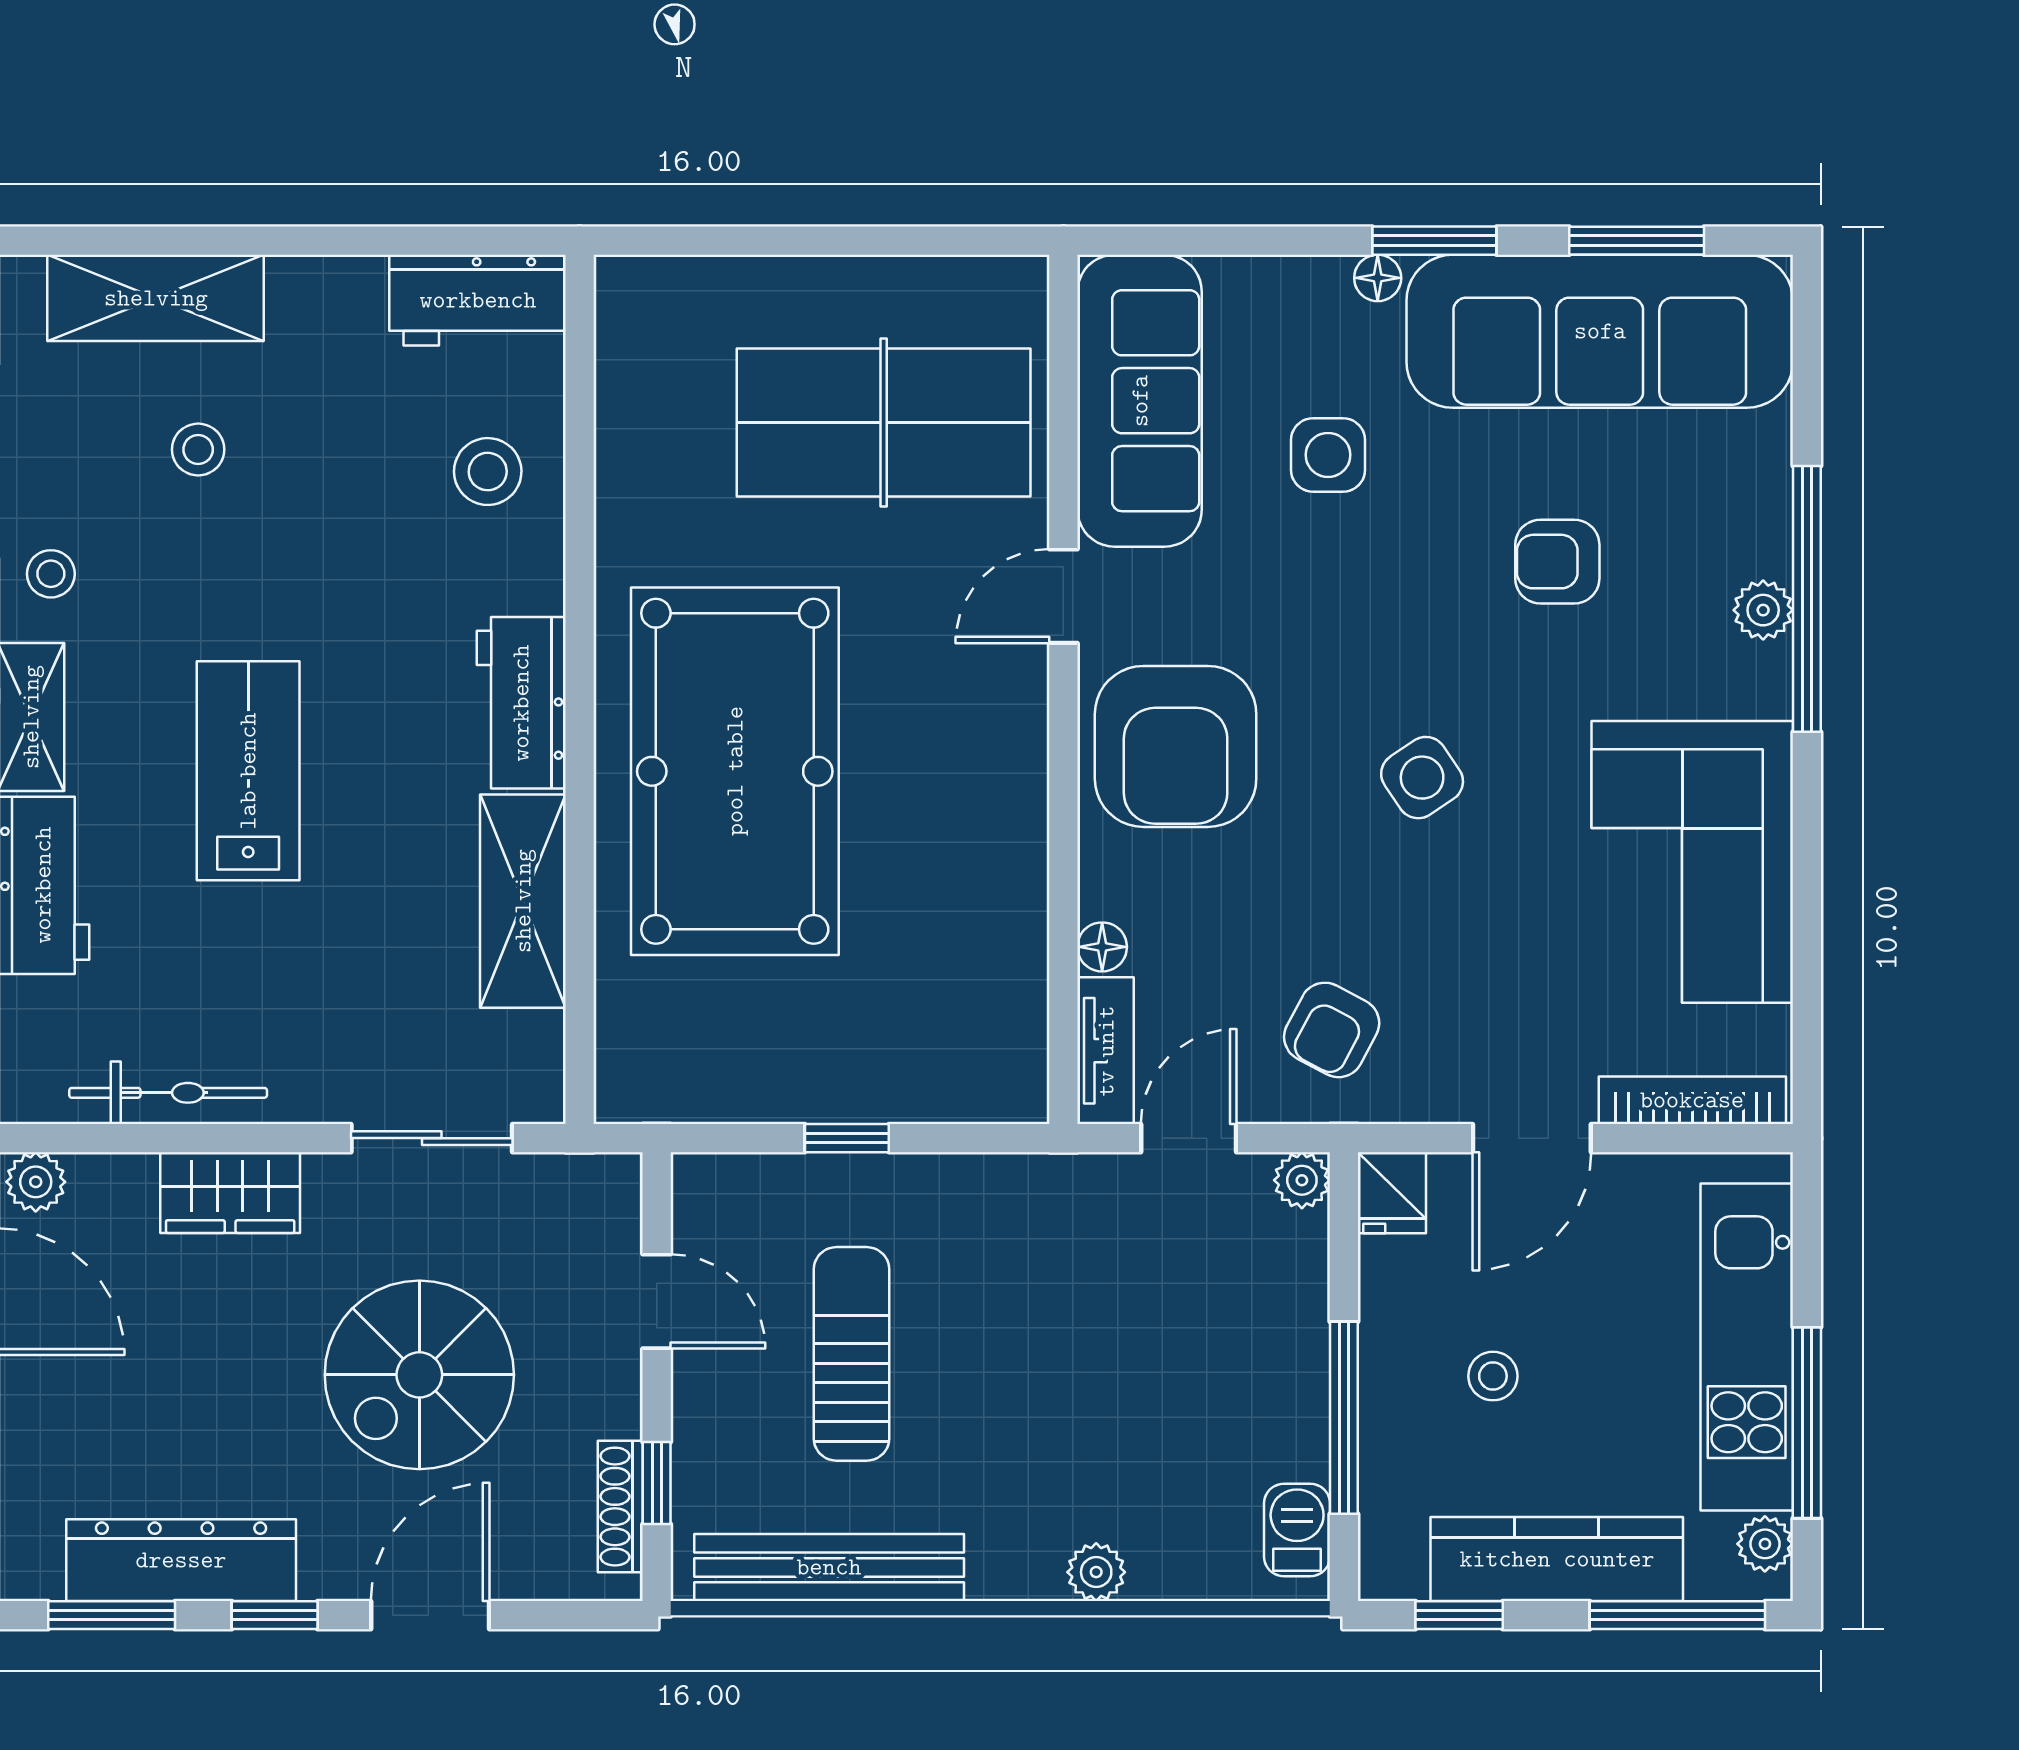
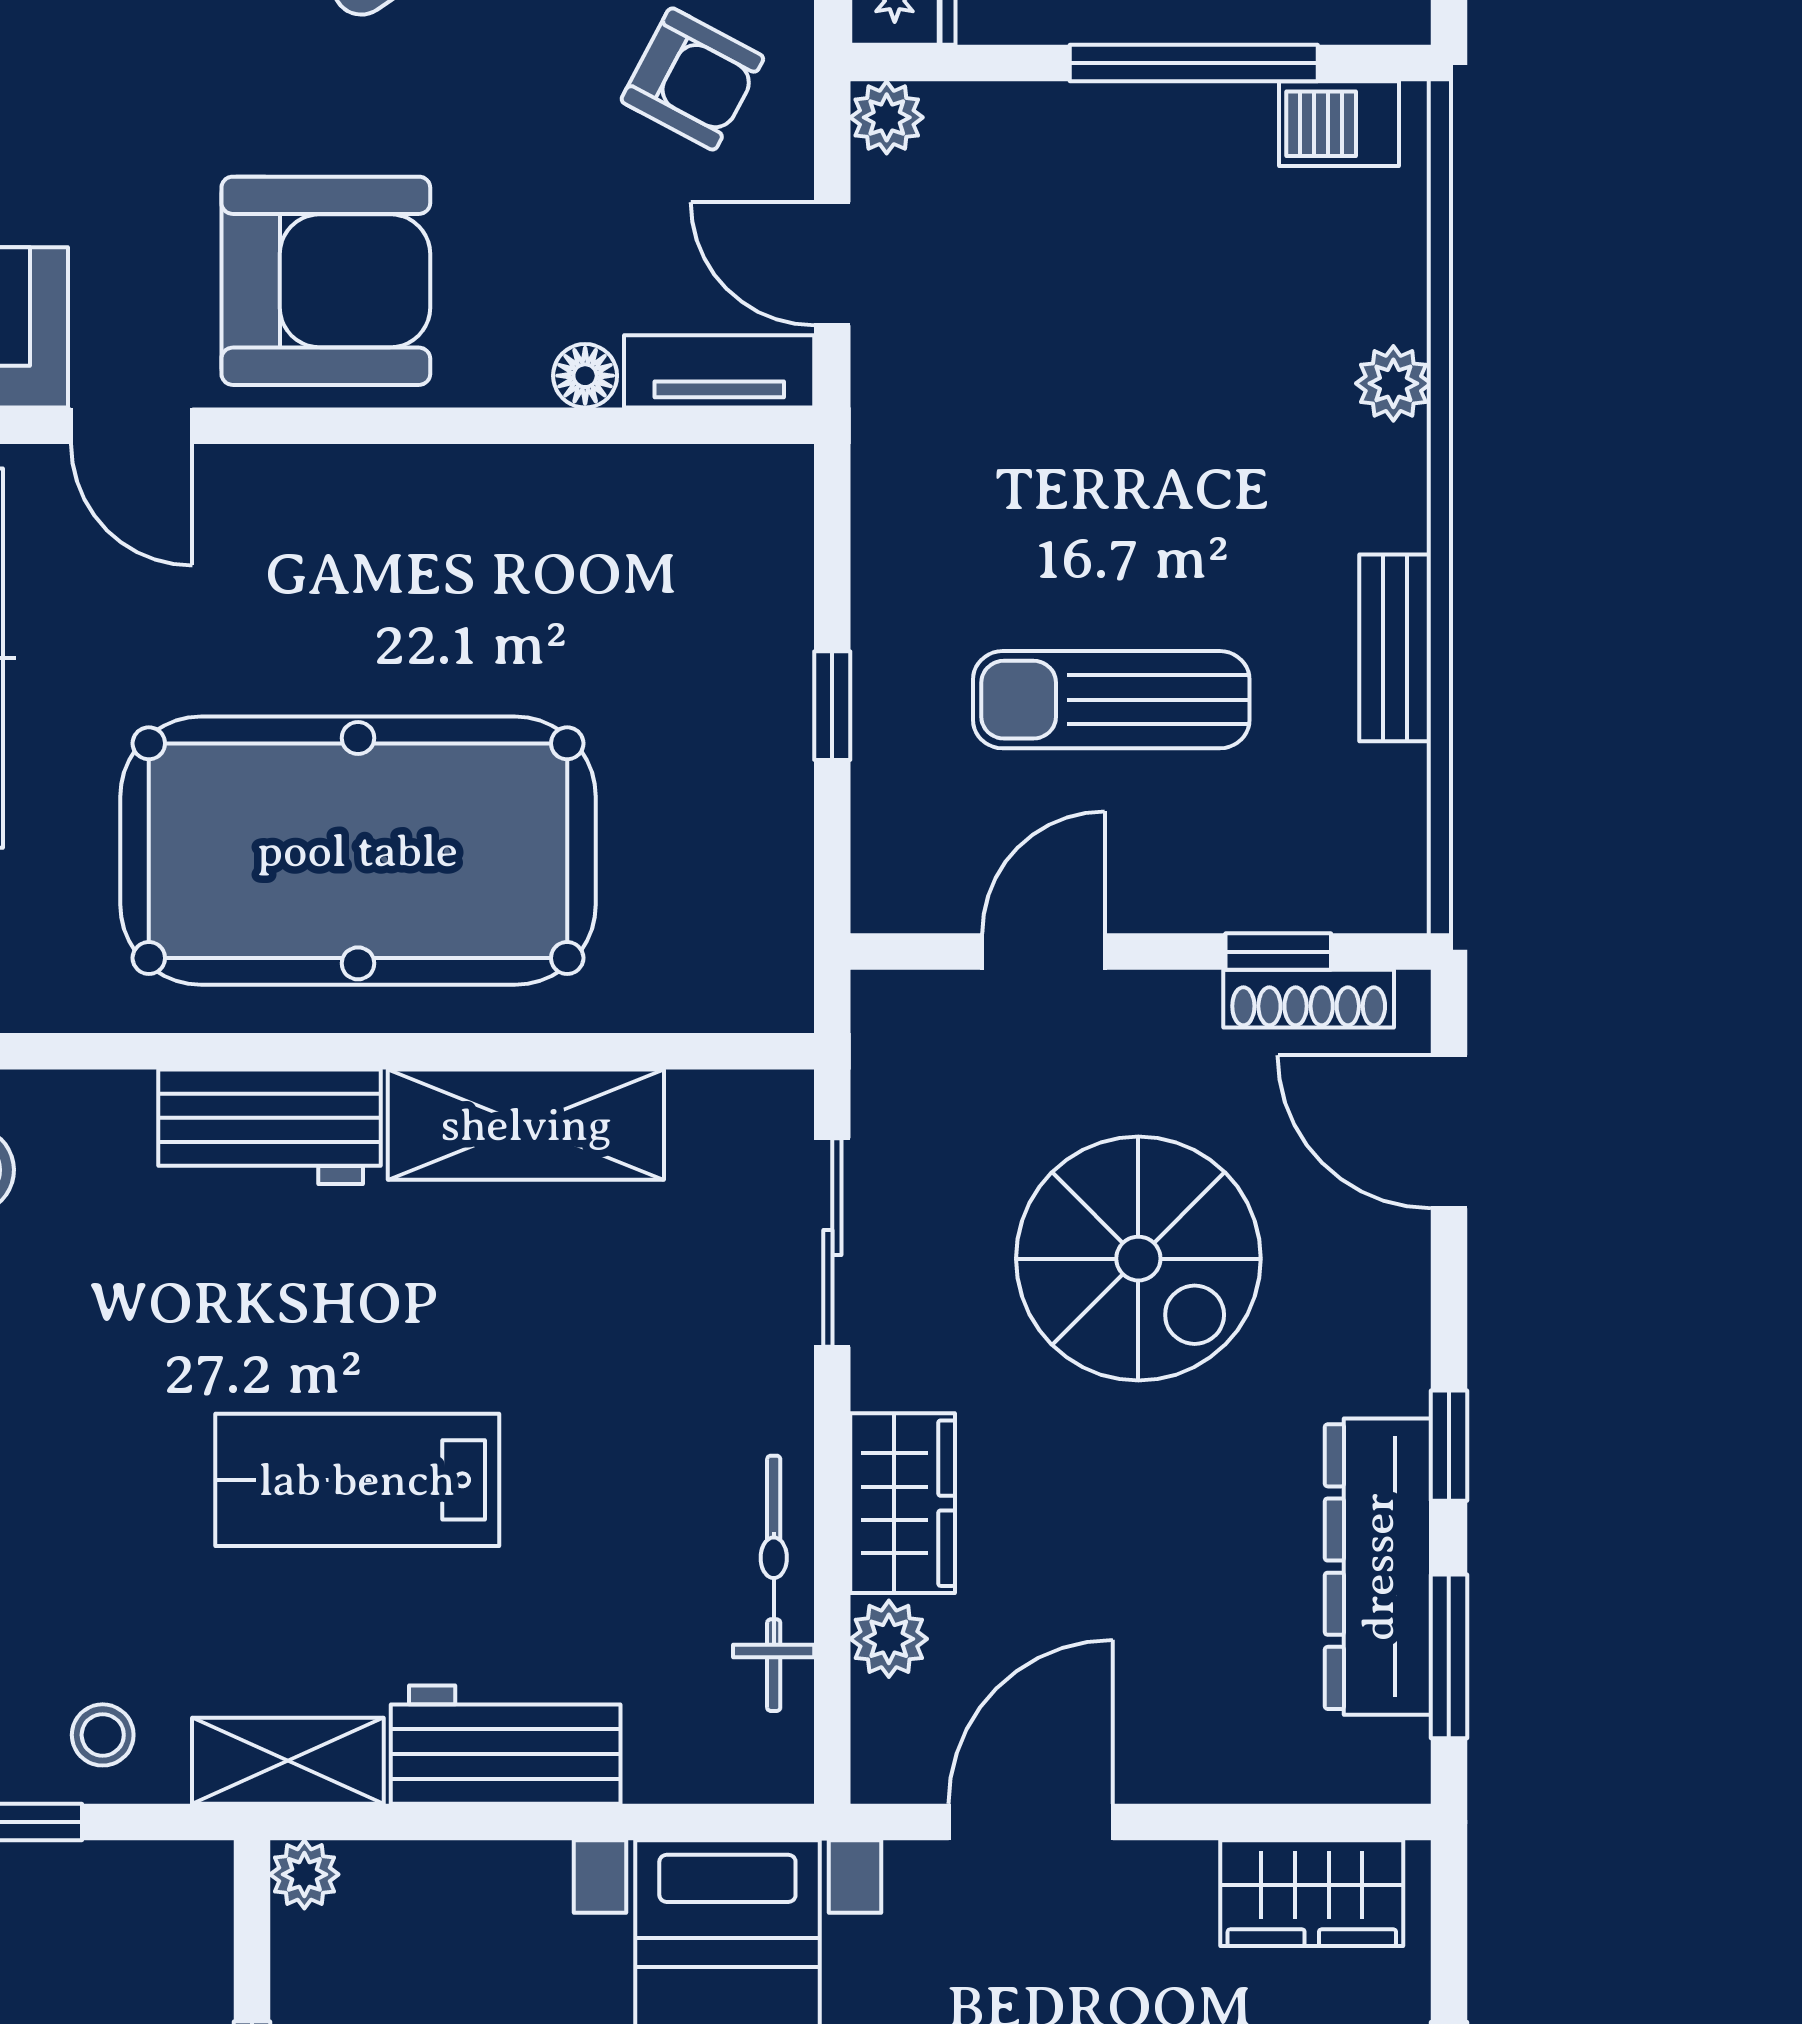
plant: (36, 1182) -> (889, 1639), moved
bench: (829, 1567) -> (1395, 648), width x0.54, depth x0.82
door: (430, 1615) -> (1449, 1132), moved

